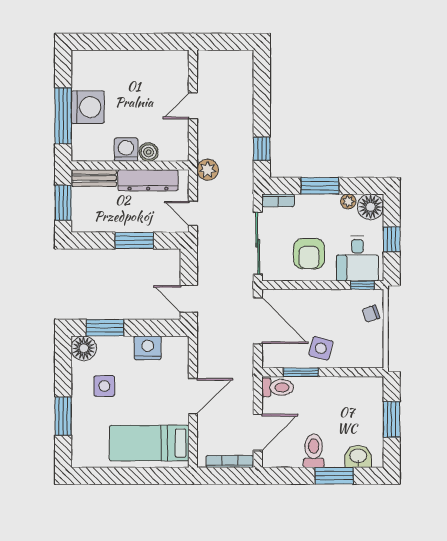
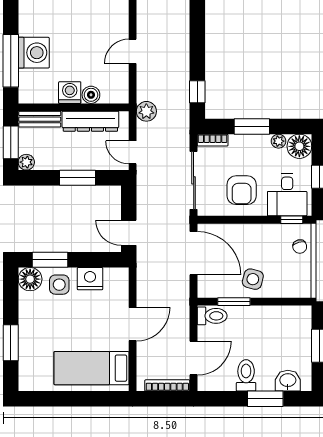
plant: (80, 224) -> (26, 162), added
chair: (371, 314) -> (300, 247), turned -85
side table: (104, 386) -> (59, 285), moved

